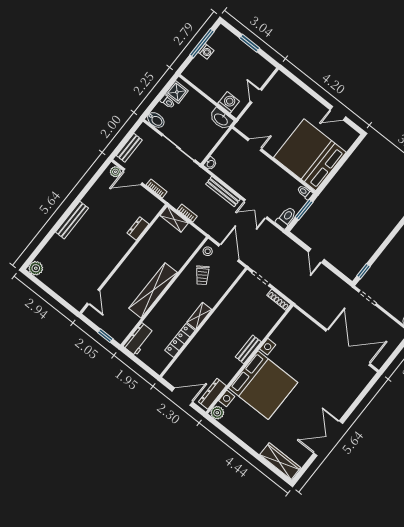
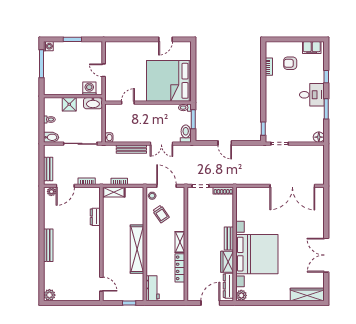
washing machine: (206, 51) -> (48, 46), moved
shower: (177, 92) -> (69, 104), moved
double door: (348, 347) -> (292, 186), swing flipped
wardrobe: (229, 370) -> (227, 262), added

